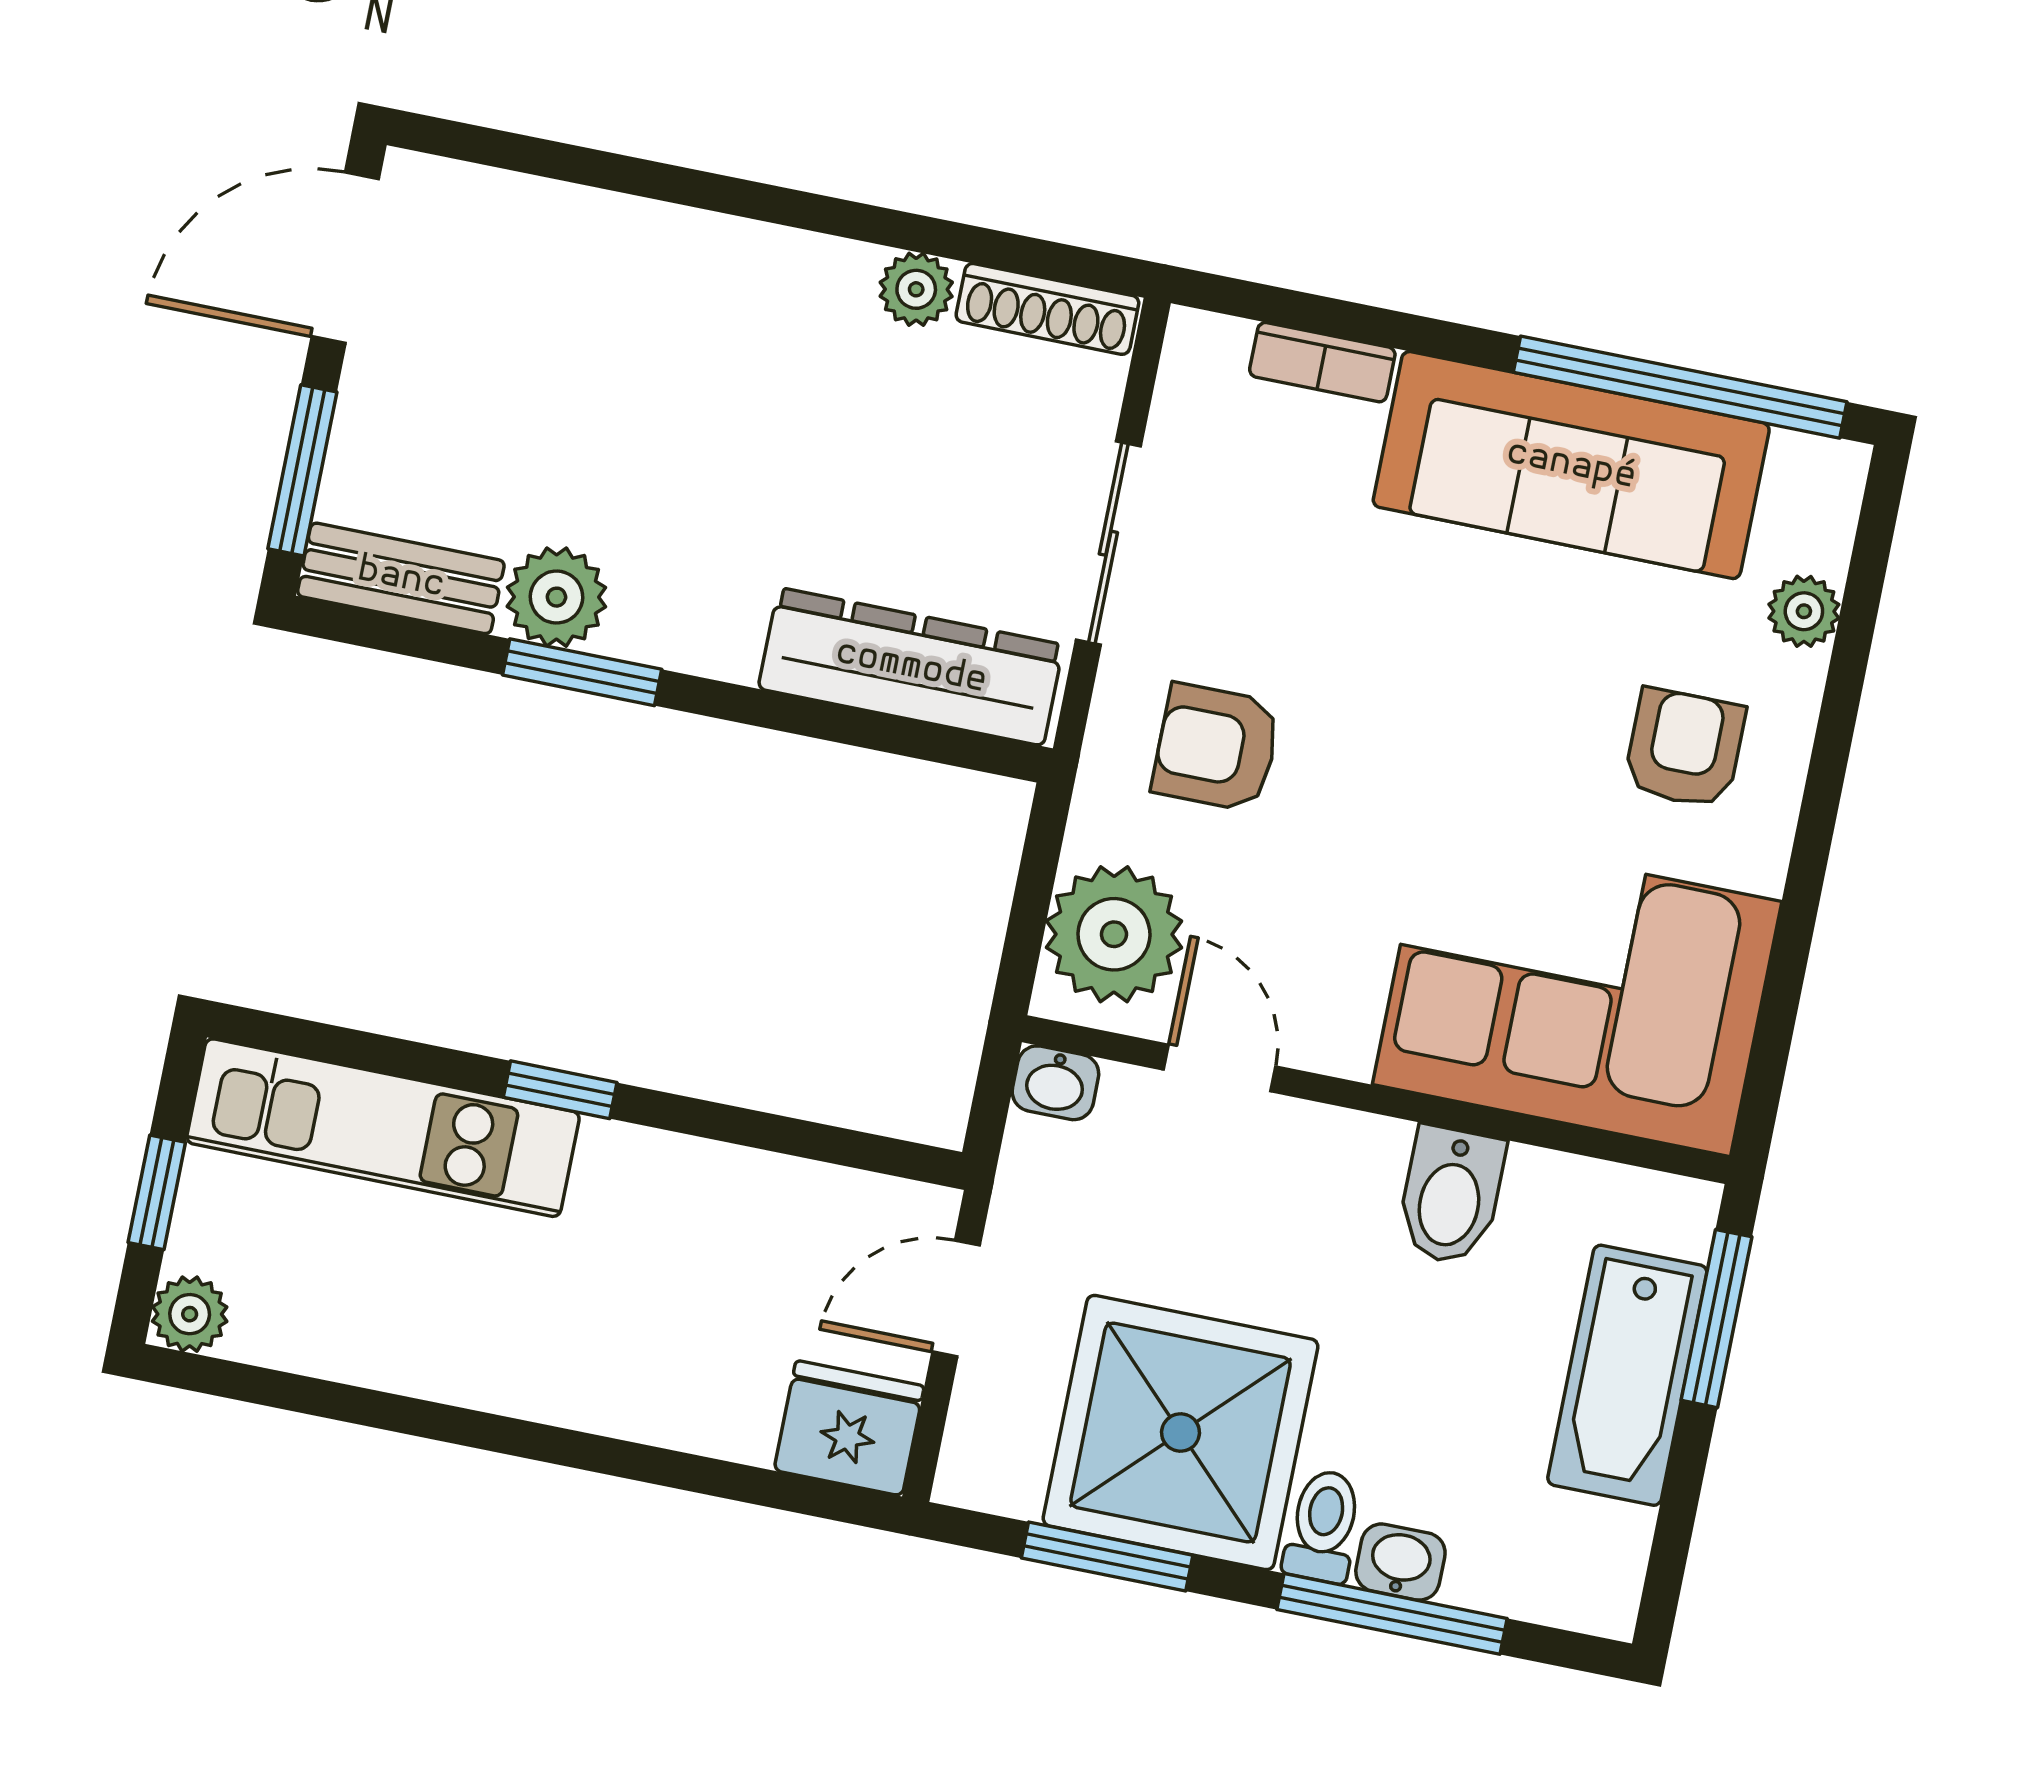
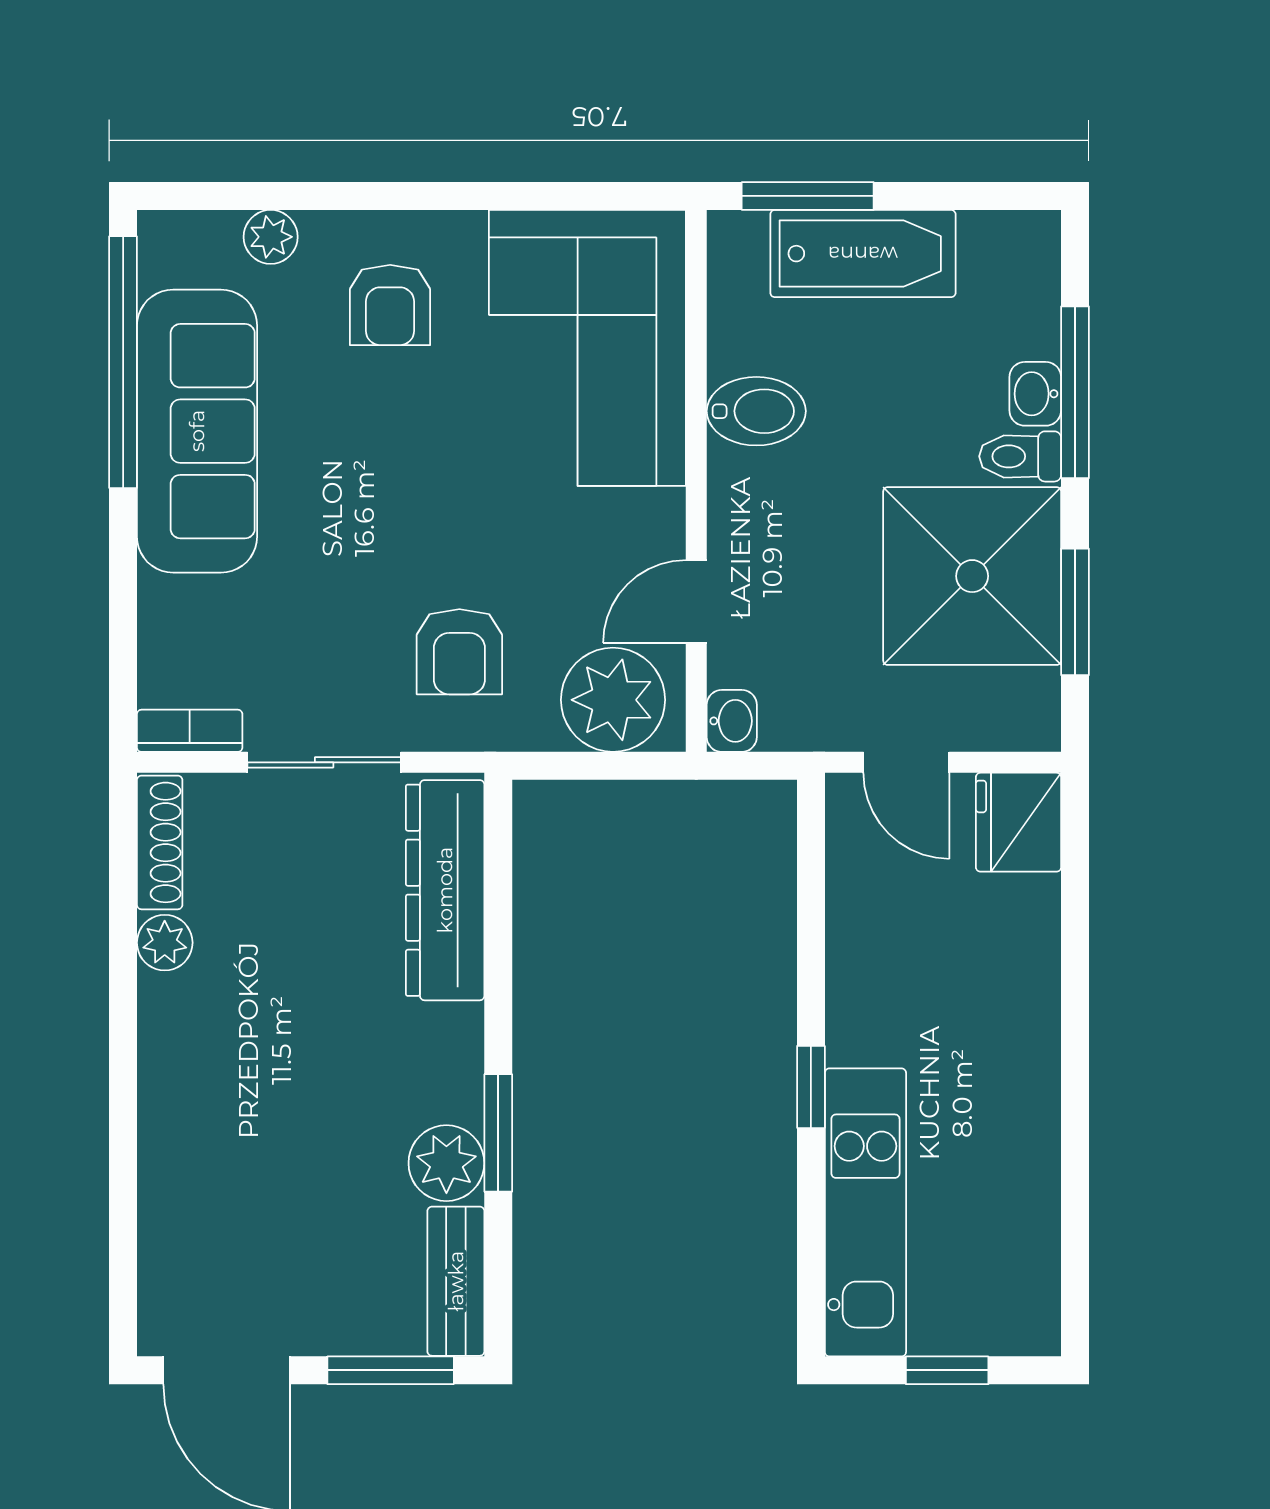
bookcase: (1322, 362) -> (190, 731), moved, turned -90
armchair: (1684, 748) -> (390, 305), turned -90
plant: (190, 1314) -> (1032, 1328), removed

